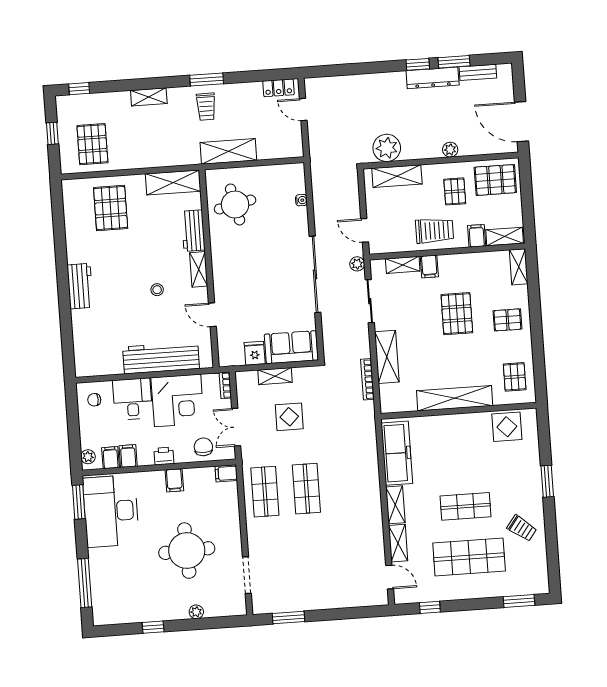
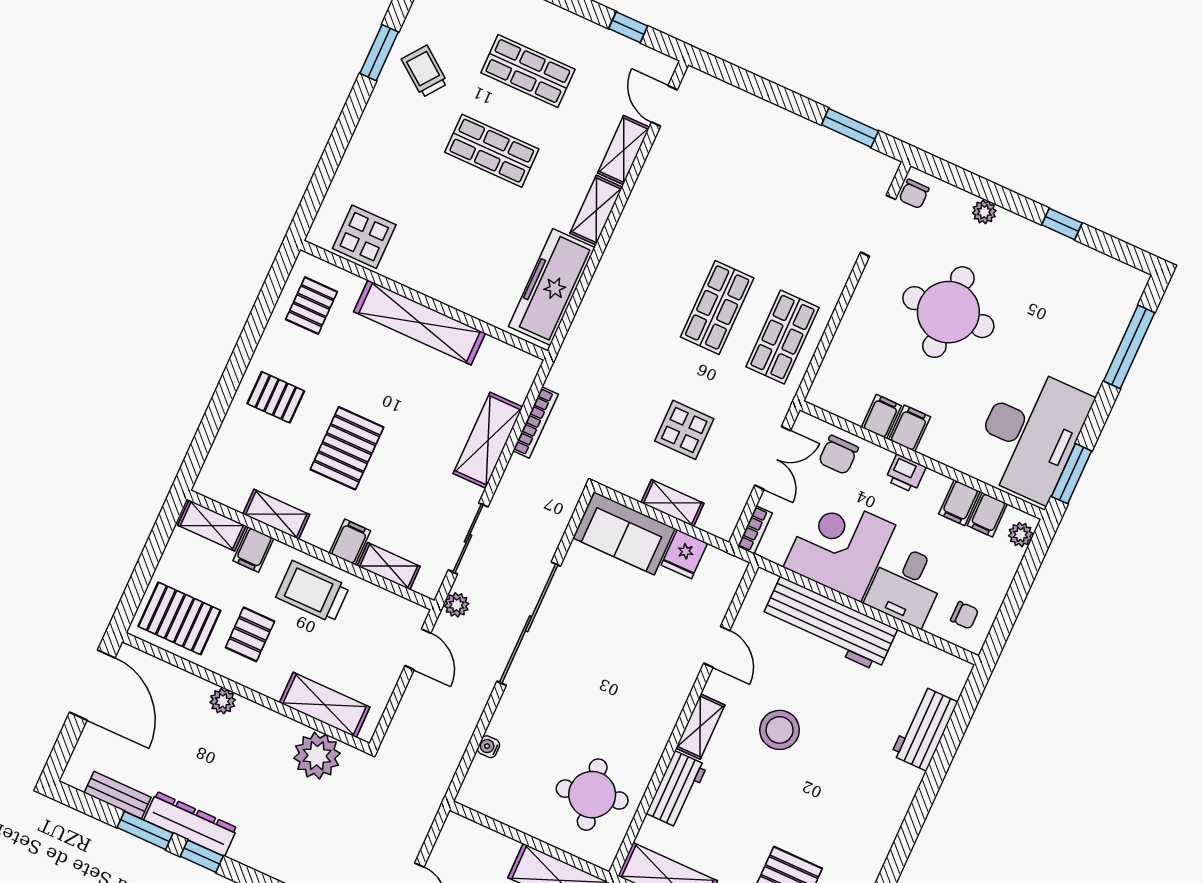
shelving: (519, 267) -> (276, 514), moved, turned 90
workbench: (80, 286) -> (924, 729), moved
stool: (157, 290) -> (780, 730), width x1.89, depth x1.89
filing cabinet: (226, 473) -> (881, 417), moved, turned -90
window: (547, 481) -> (379, 53), moved
shop shelf: (469, 557) -> (528, 71), width x0.70, depth x0.74
chair: (237, 602) -> (914, 194), added

